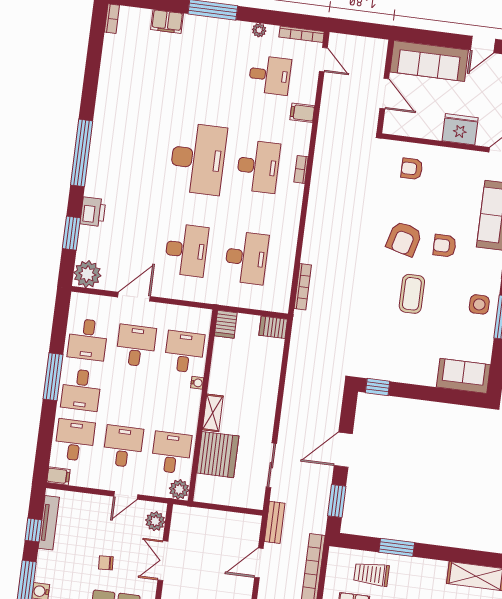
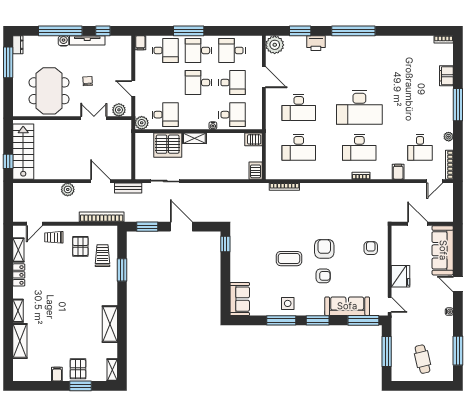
door: (384, 94) -> (418, 224), swing flipped
armchair: (404, 239) -> (324, 249), turned 75
armchair: (445, 246) -> (323, 276), turned 90
window: (53, 377) -> (189, 31), moved
desk: (123, 446) -> (199, 83), moved, turned 180
tv unit: (49, 523) -> (87, 40), moved

